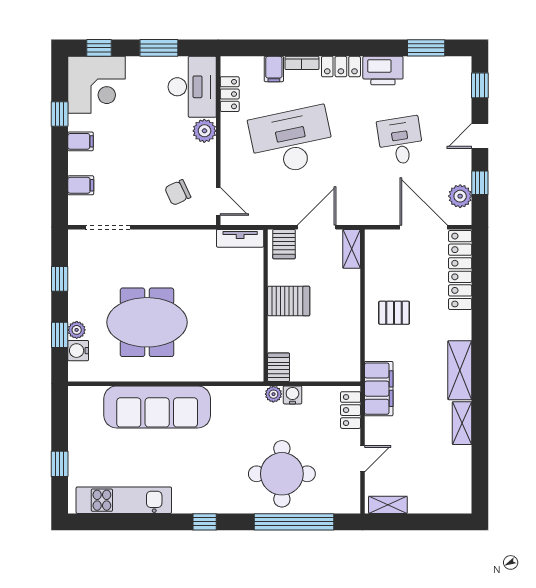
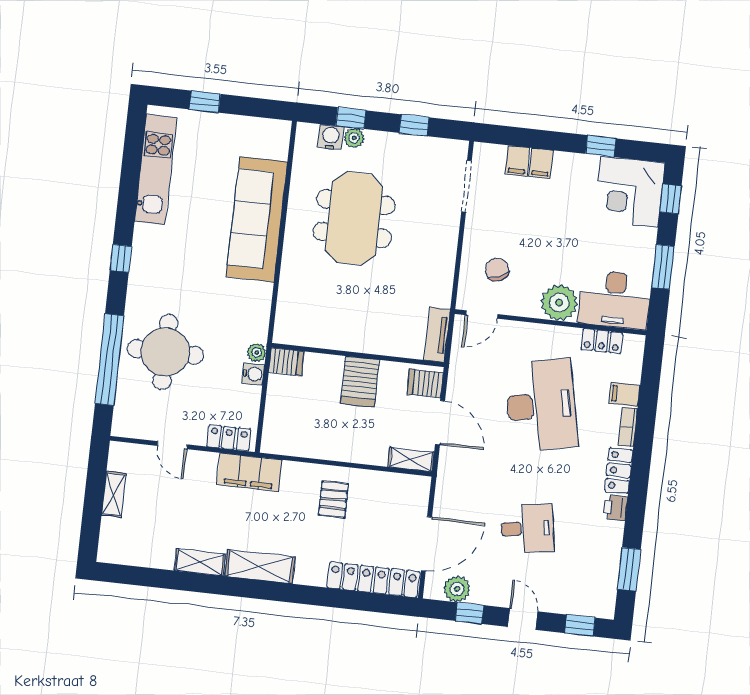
printer: (383, 71) -> (615, 508), width x0.53, depth x0.68
plant: (204, 131) -> (559, 303), width x1.36, depth x1.36
filing cabinet: (81, 141) -> (541, 163), moved
shelving: (388, 505) -> (114, 494), moved

